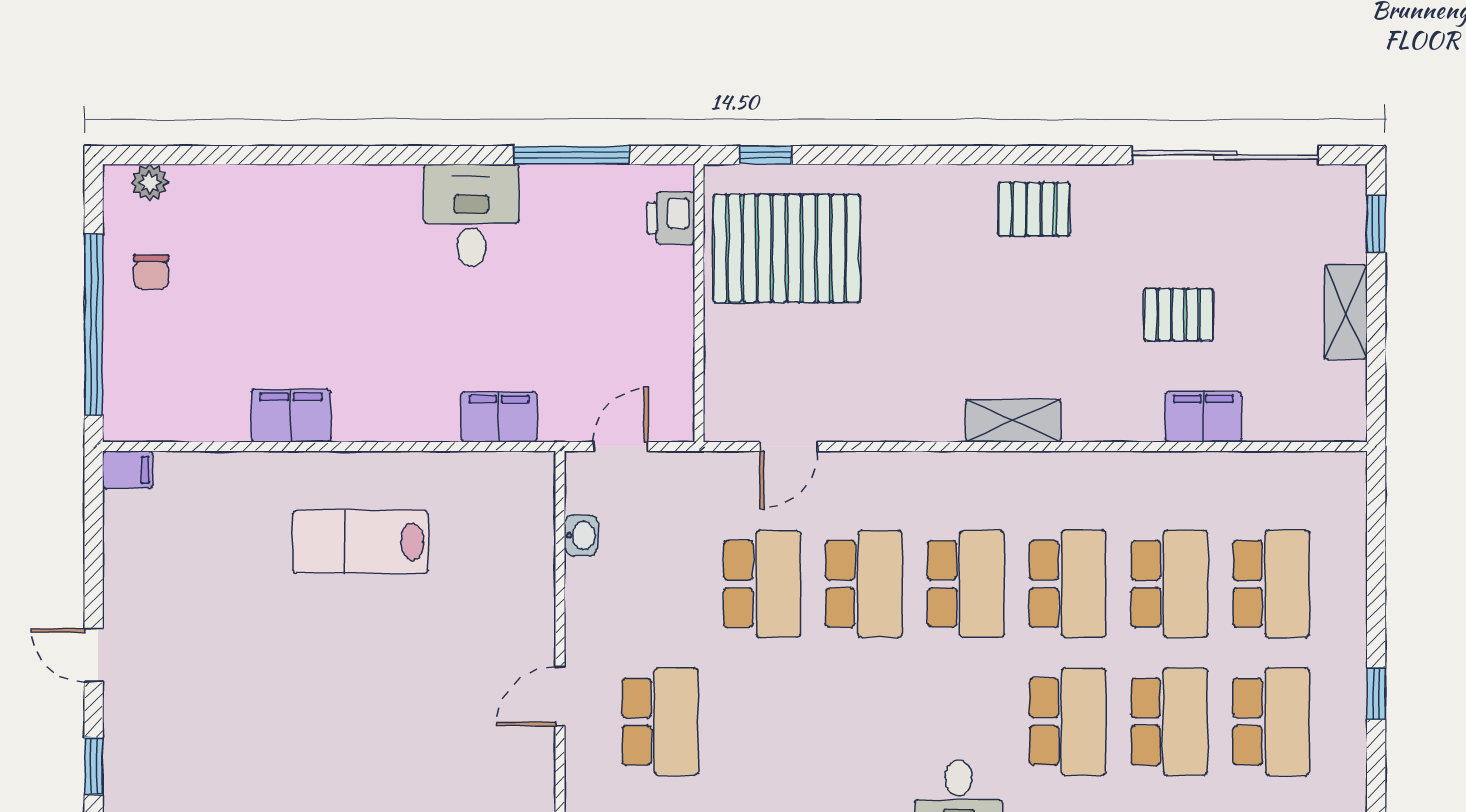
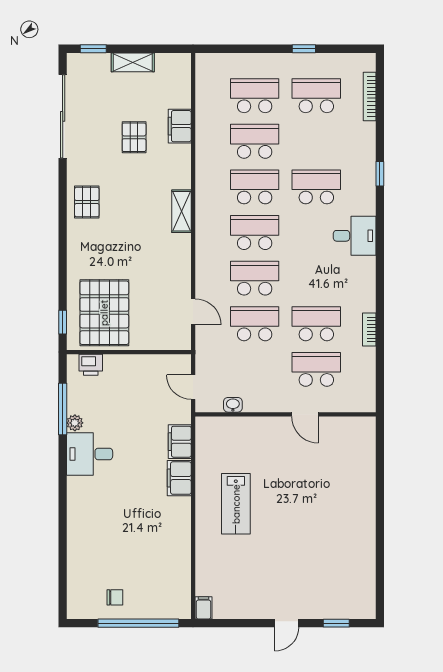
plant: (150, 182) -> (75, 423), moved
filing cabinet: (291, 416) -> (179, 478), moved
school desk: (1169, 722) -> (316, 324), moved

